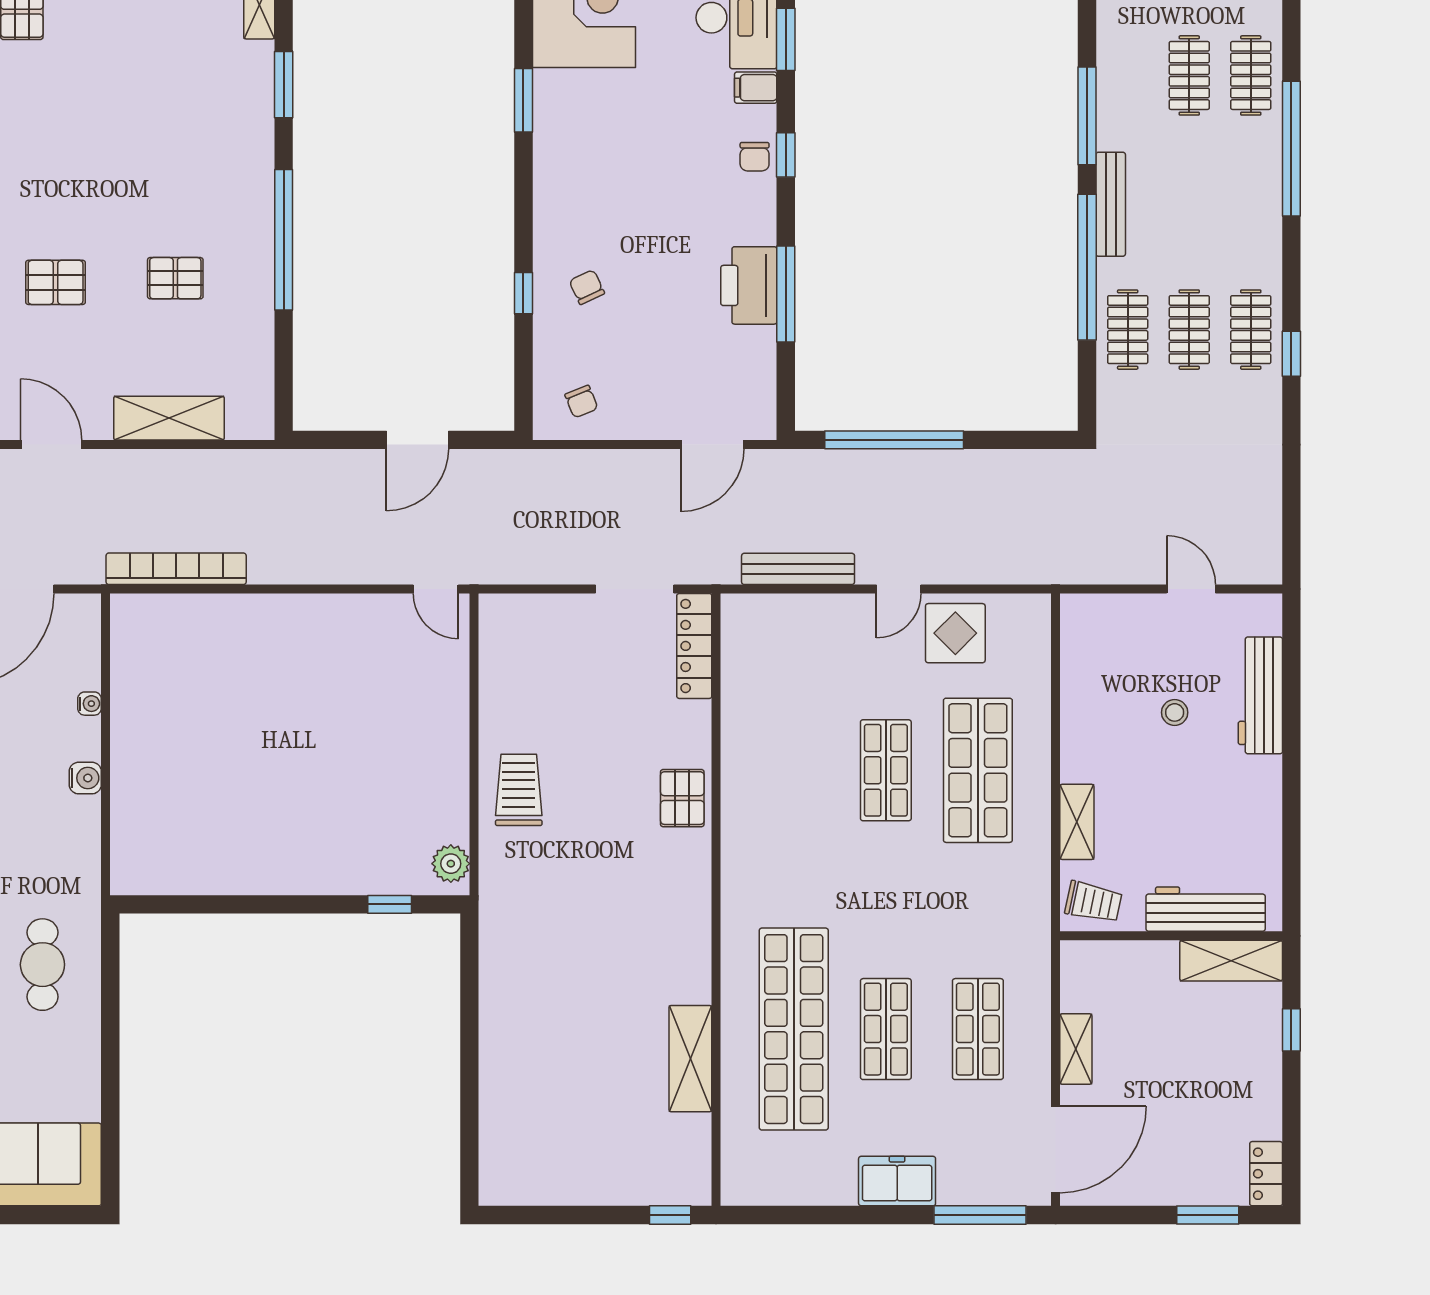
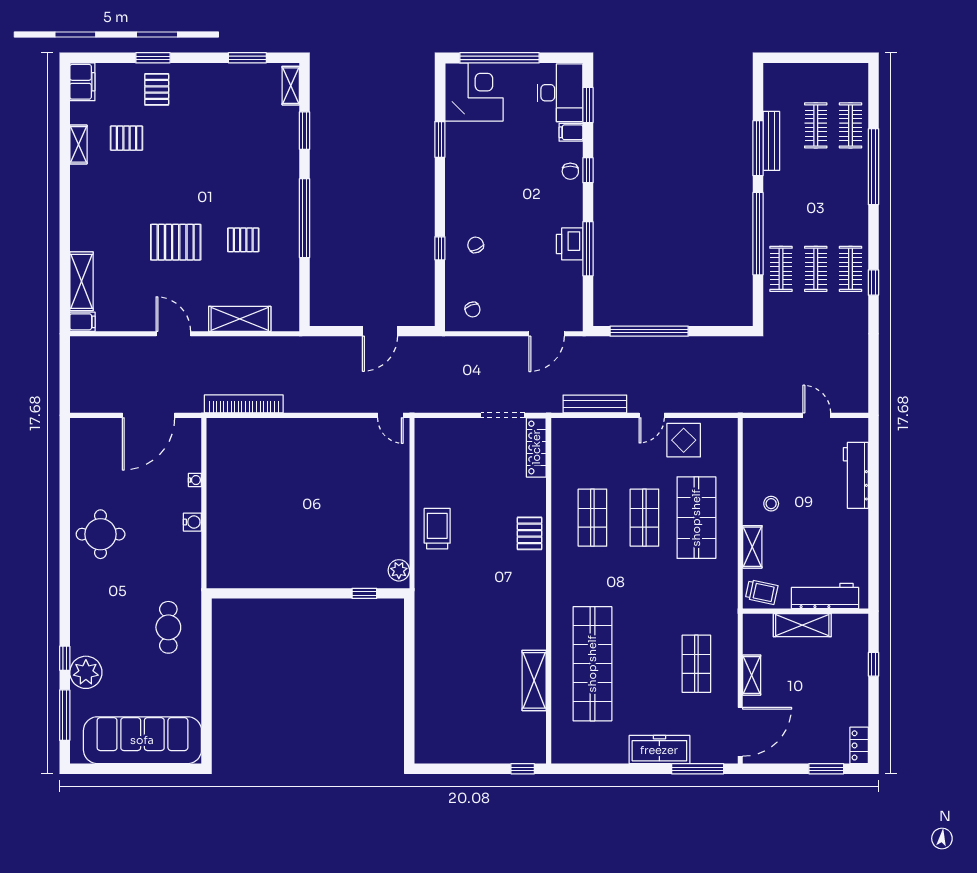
bench: (1111, 204) -> (771, 141), moved
pallet: (56, 282) -> (176, 242), width x1.50, depth x1.42
printer: (749, 285) -> (570, 244), width x0.73, depth x0.84
stool: (1175, 712) -> (771, 504), moved
shelving: (1231, 961) -> (802, 625), moved
shop shelf: (886, 1029) -> (592, 518), moved
freezer: (897, 1181) -> (659, 750), width x1.40

